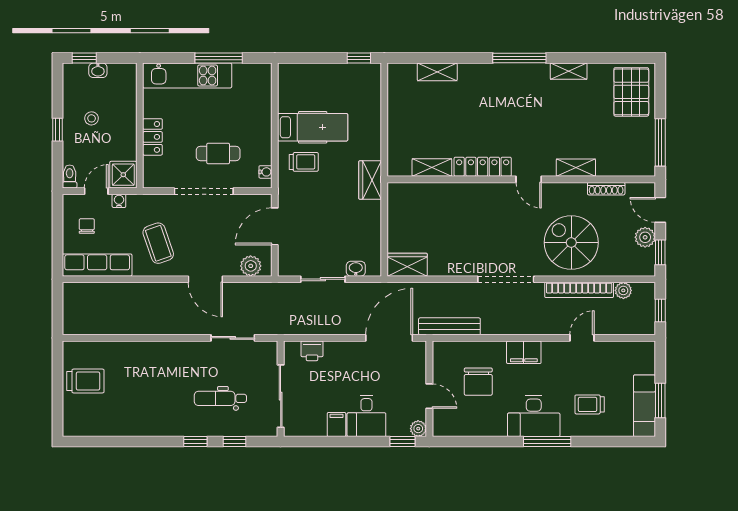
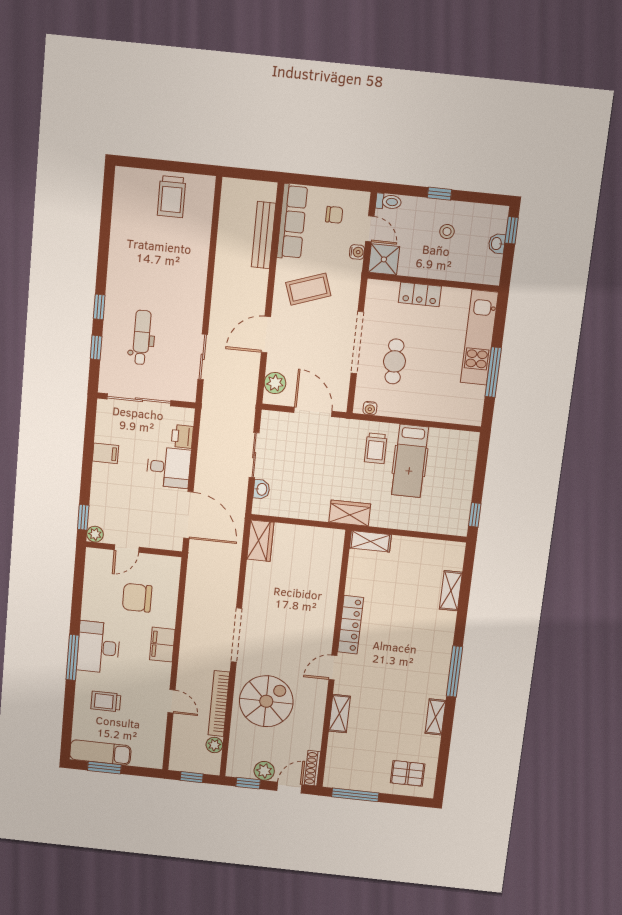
pallet: (631, 92) -> (408, 773), width x0.67, depth x0.71
shelving: (432, 168) -> (370, 541), moved, turned 90
shoe rack: (606, 189) -> (312, 768), moved
bench: (449, 326) -> (264, 235), moved
trolley: (590, 404) -> (106, 701), turned -90
desk: (366, 416) -> (169, 467), moved, turned 180

